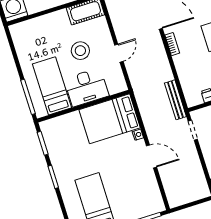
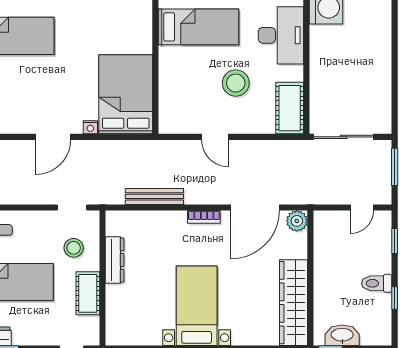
desk: (86, 87) -> (281, 35), moved, turned 180
bench: (175, 100) -> (154, 196), moved

